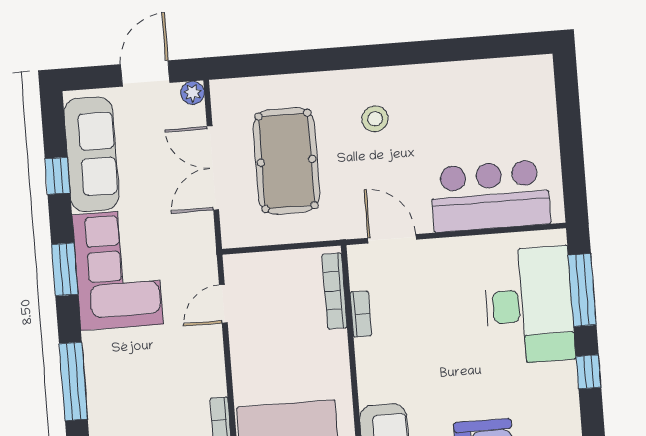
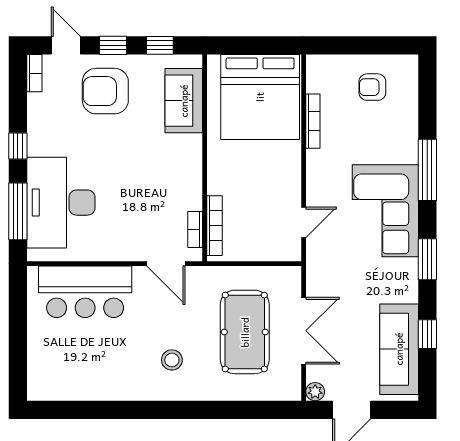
corner sofa: (118, 270) -> (385, 211), moved
bookcase: (361, 314) -> (195, 229), moved

